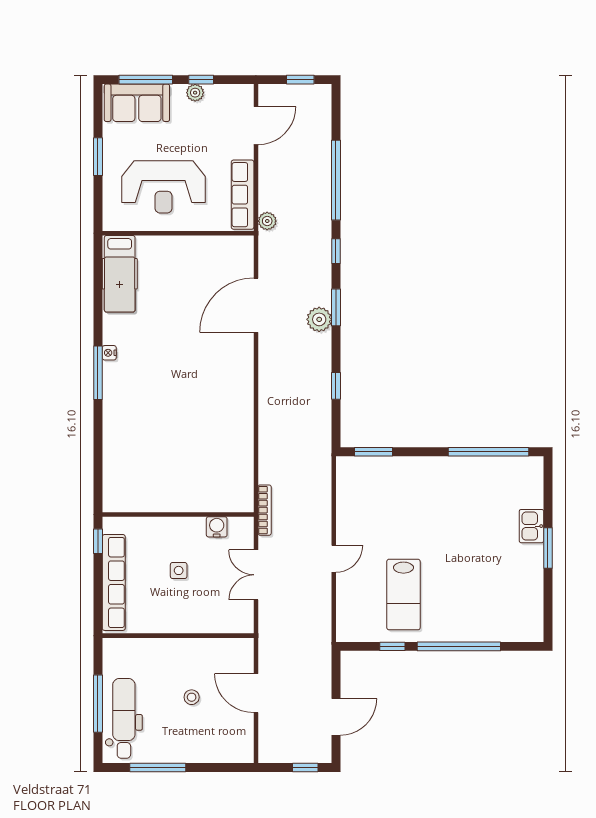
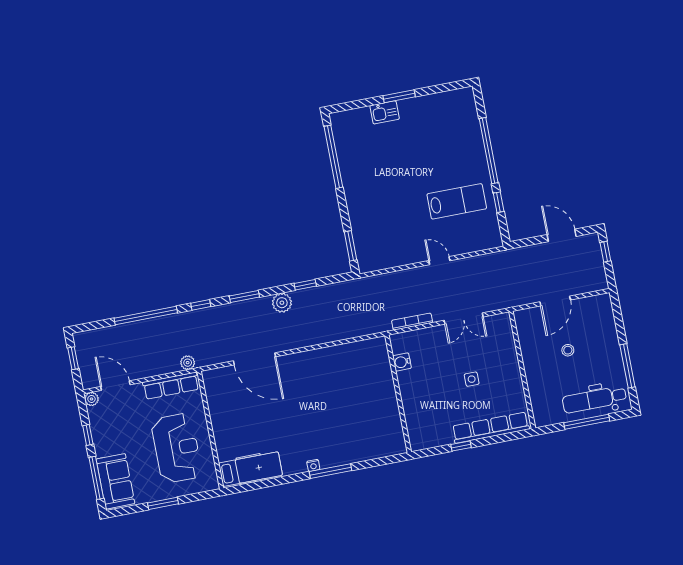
plant: (195, 93) -> (91, 399), moved
plant: (319, 319) -> (282, 303), moved
wall: (178, 514) -> (398, 394), moved
water cooler: (217, 527) -> (402, 362), moved

